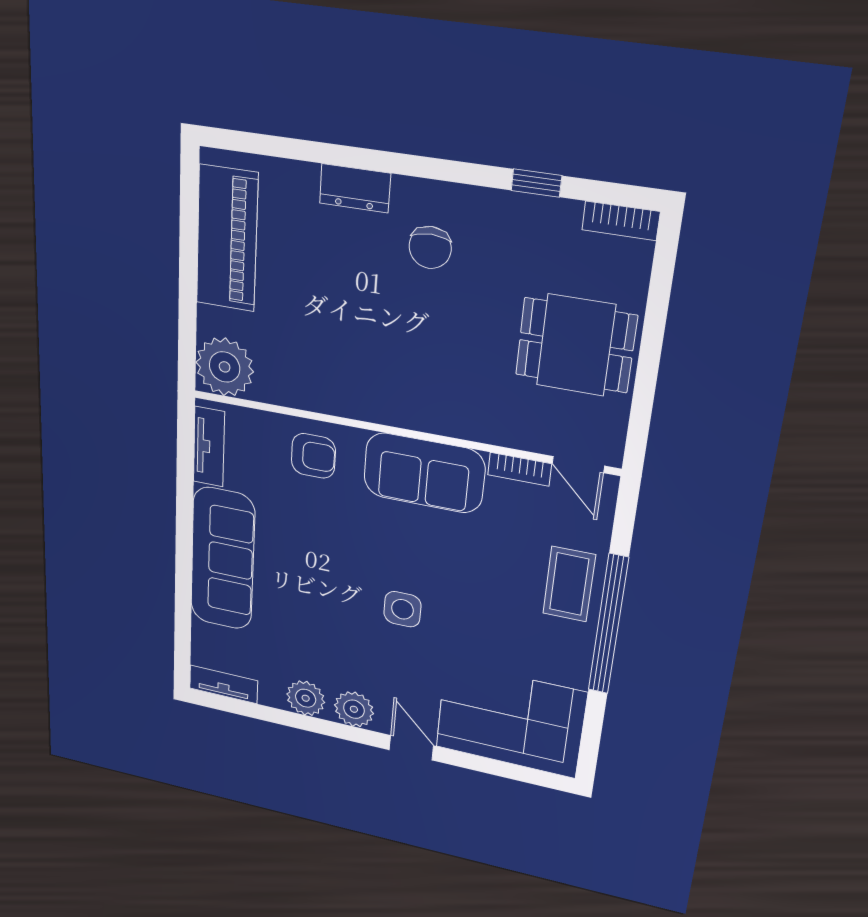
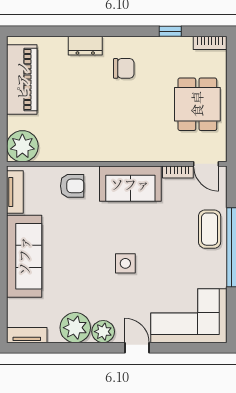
chair: (430, 247) -> (124, 68), turned -90
dining table: (576, 345) -> (197, 104), turned 90
plant: (306, 698) -> (75, 328), width x1.36, depth x1.36

